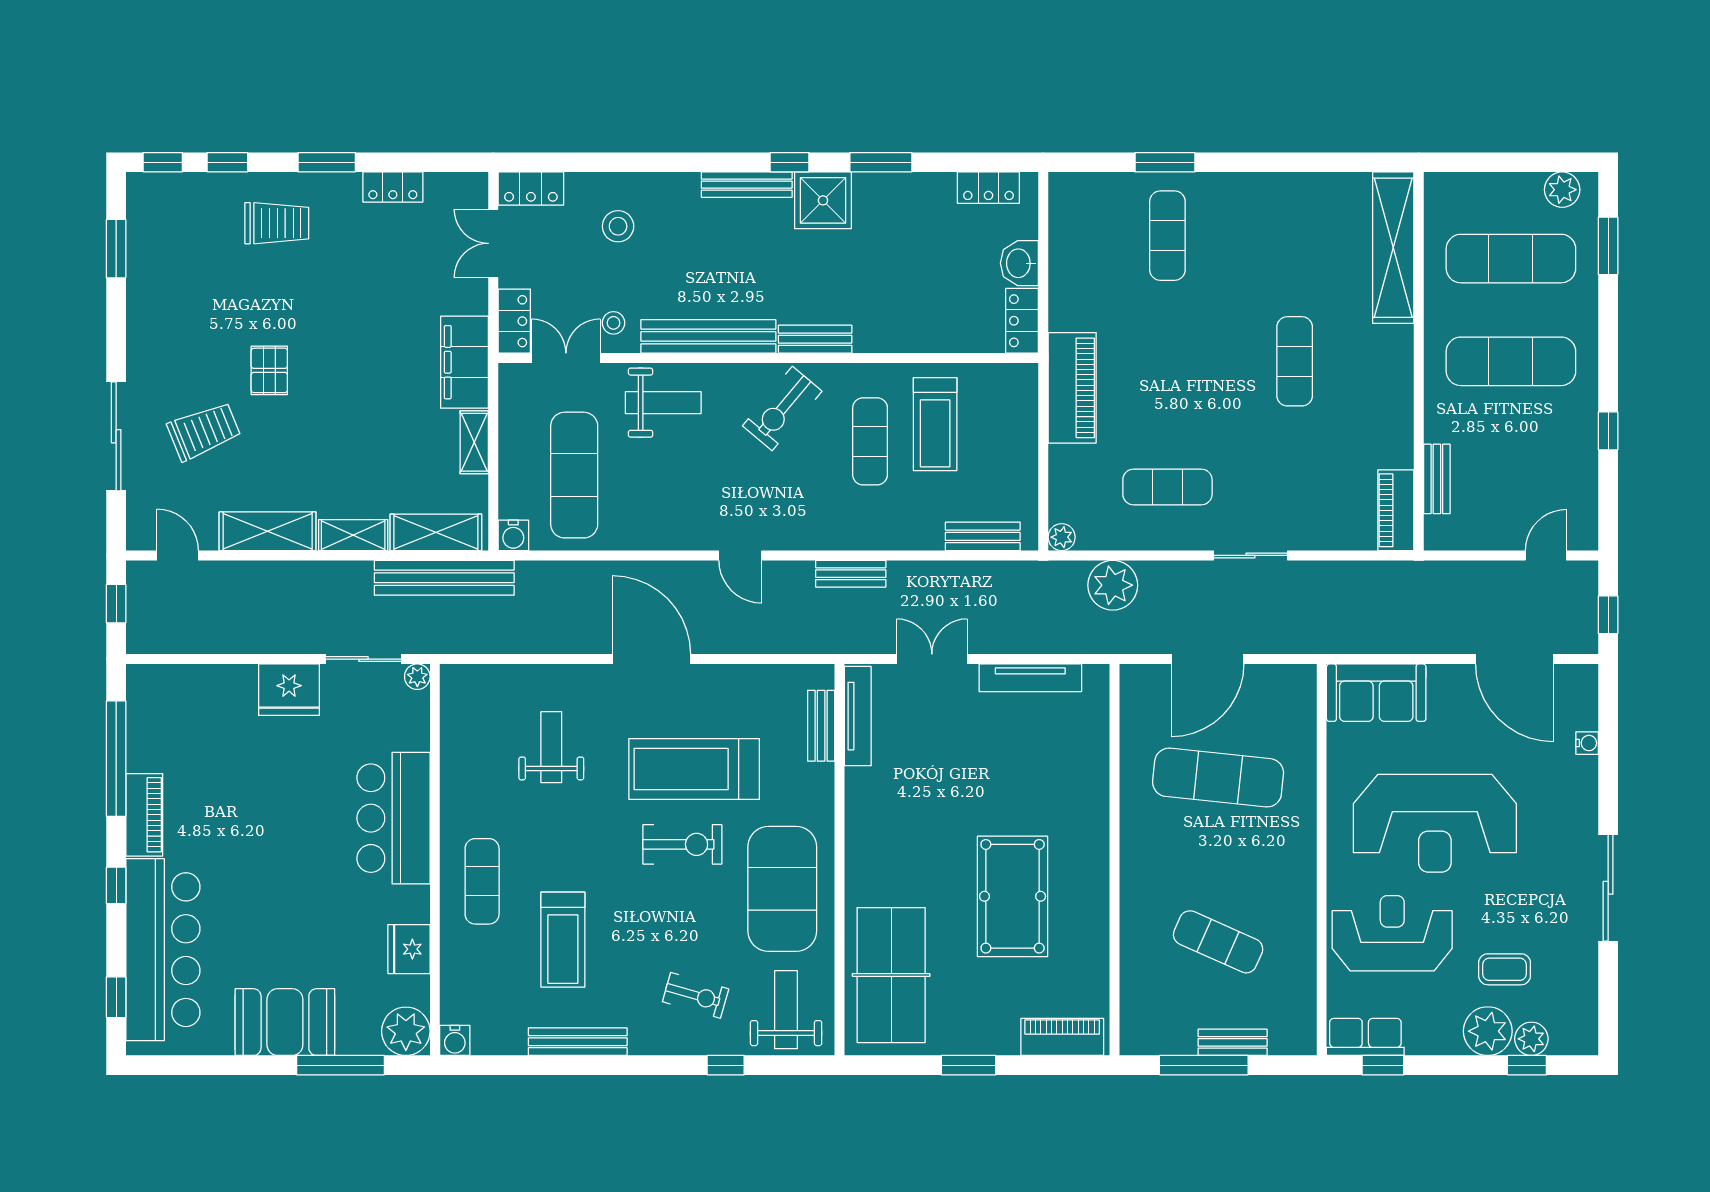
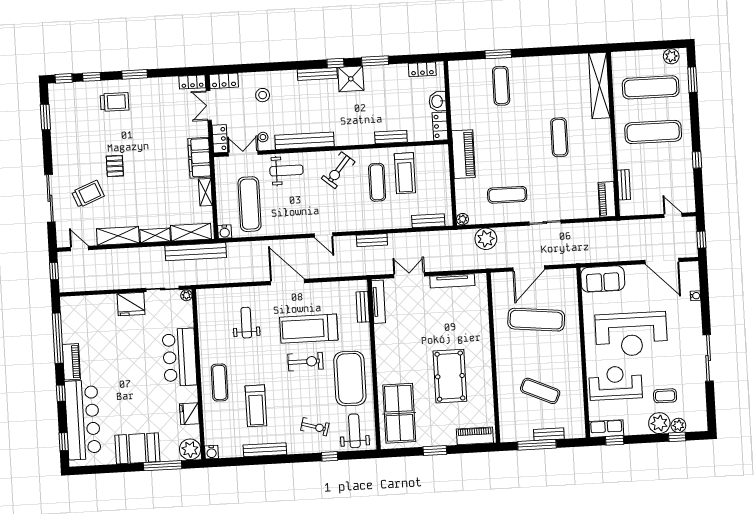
locker: (393, 187) -> (192, 82), moved
bench: (815, 339) -> (391, 137), moved
door: (1546, 555) -> (673, 215), hinge flipped

